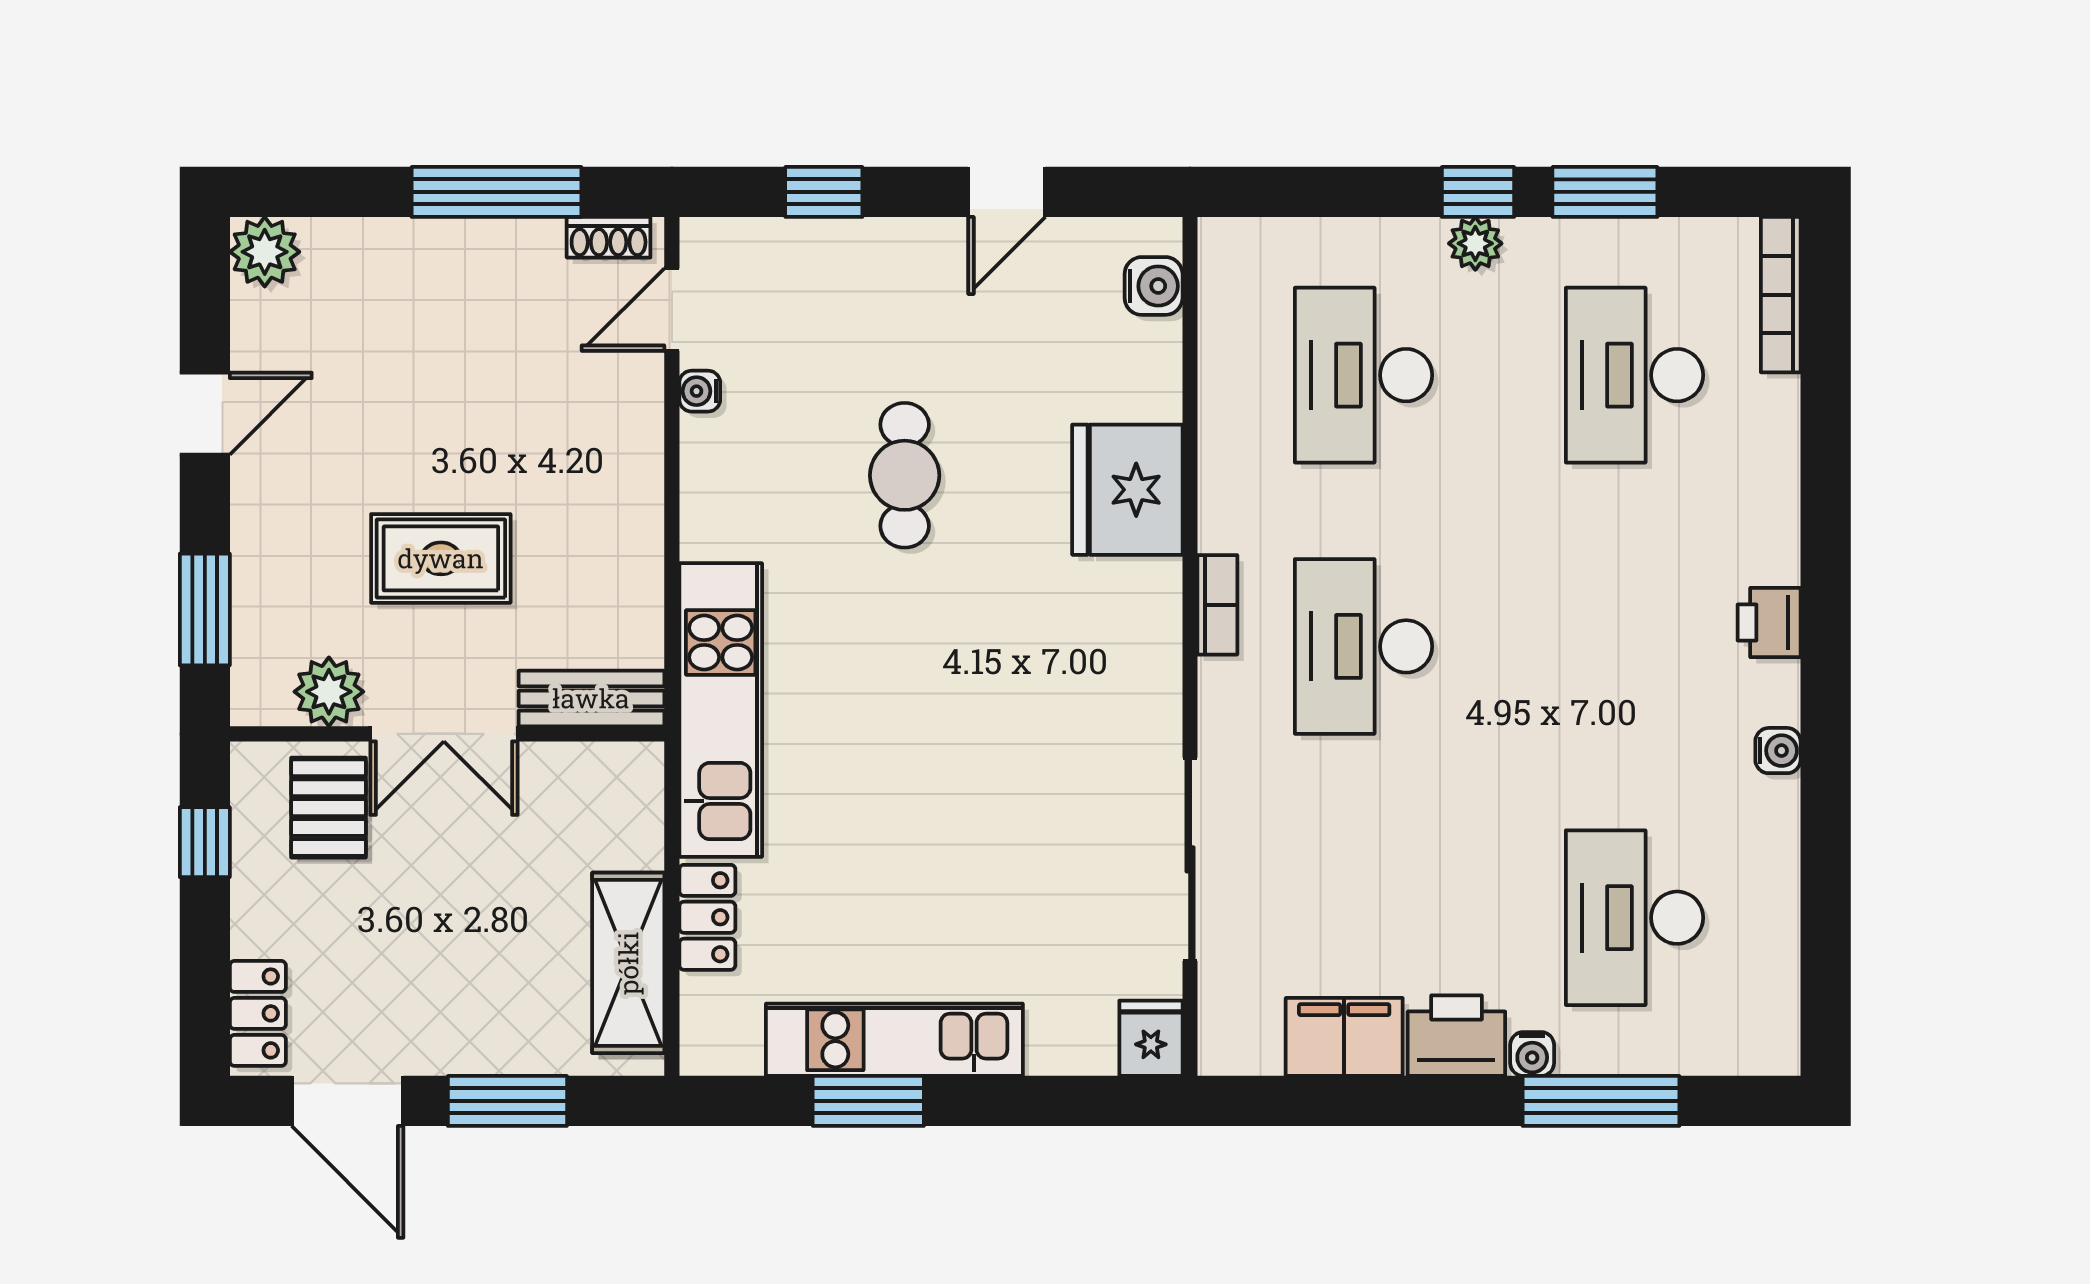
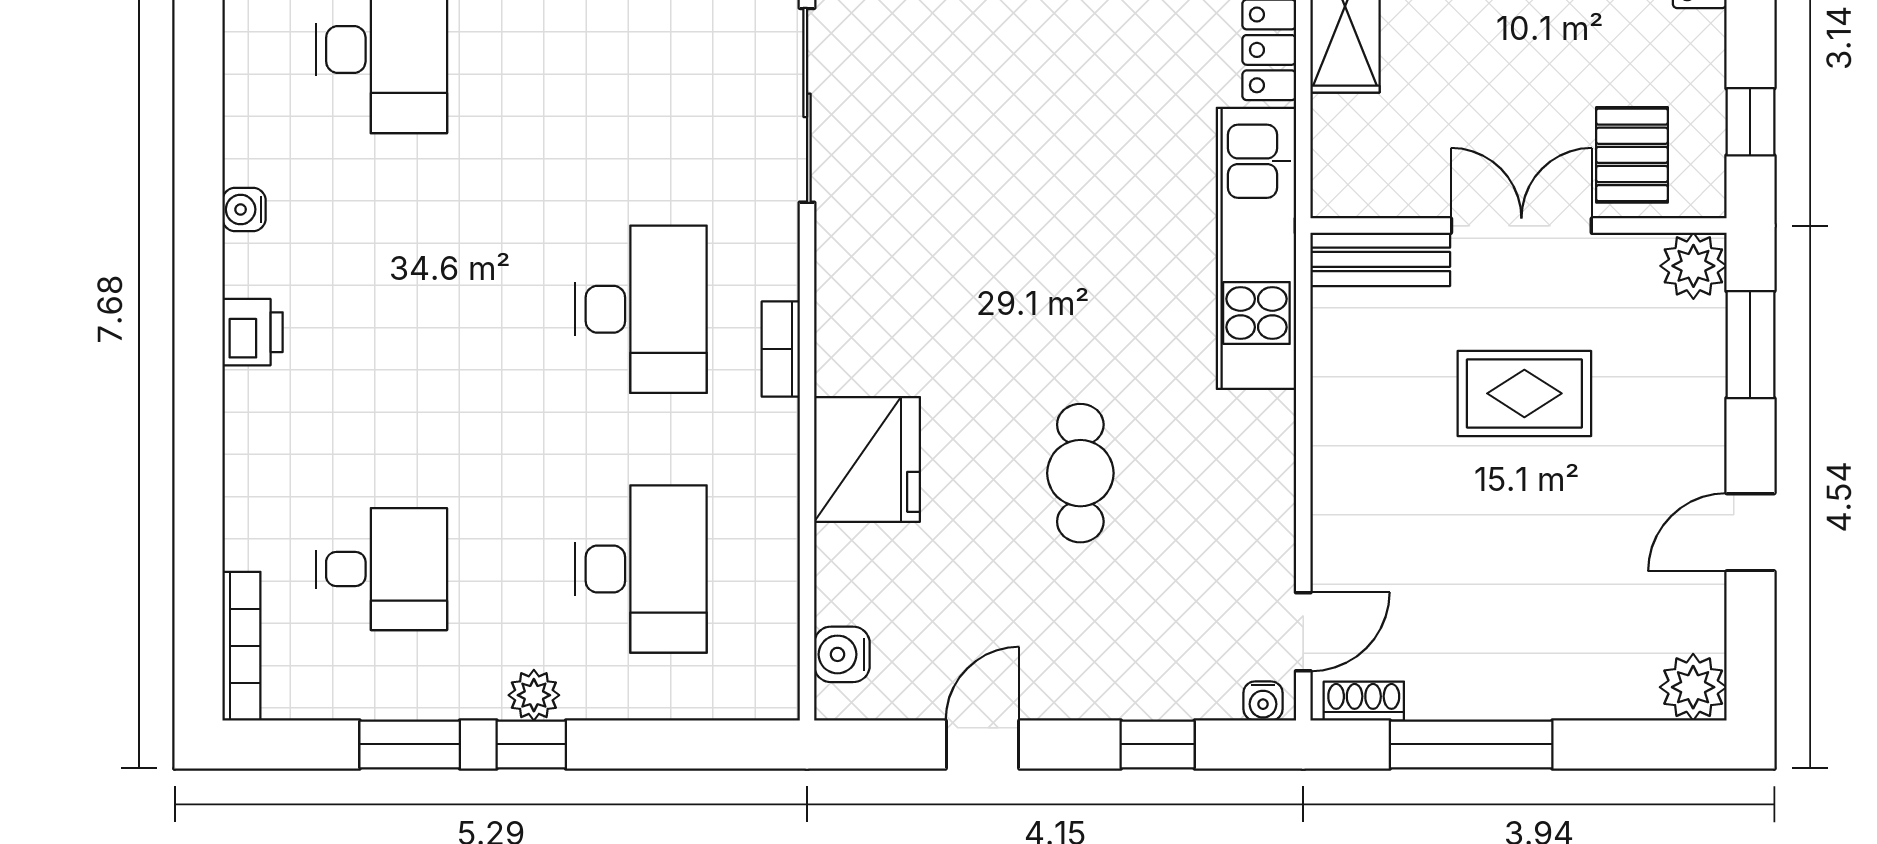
desk: (1635, 375) -> (381, 569), width x0.73
water cooler: (700, 391) -> (1263, 701), moved, turned 90
plant: (329, 692) -> (1693, 266), moved

